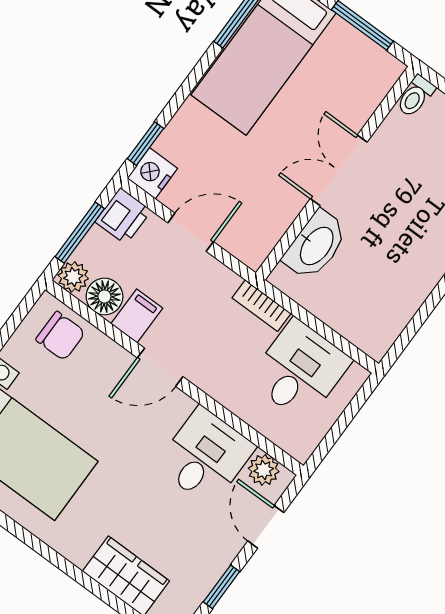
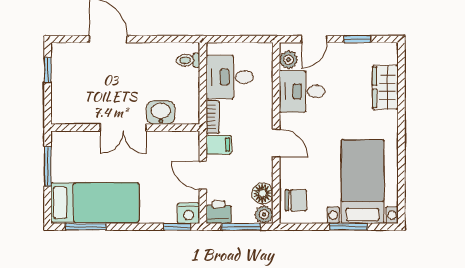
toilet: (415, 96) -> (188, 60), moved, turned 180
washbasin: (316, 245) -> (161, 112), width x0.72
filing cabinet: (137, 316) -> (219, 145), moved, turned 180
chair: (60, 336) -> (296, 200), turned 90

